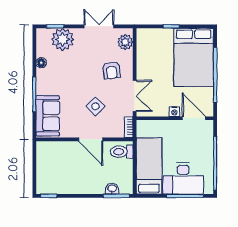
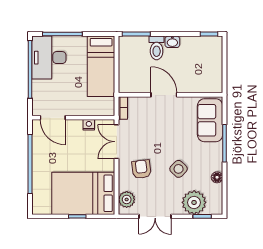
bed: (194, 57) -> (83, 193), moved, turned -90
side table: (95, 106) -> (179, 169), moved
nightstand: (174, 112) -> (89, 125), moved
toilet: (122, 152) -> (157, 48), moved, turned 90
desk: (183, 178) -> (49, 58), moved, turned -90
washbasin: (112, 189) -> (172, 42), moved

